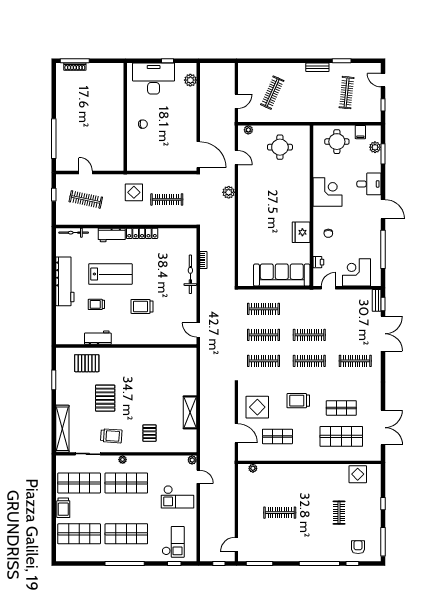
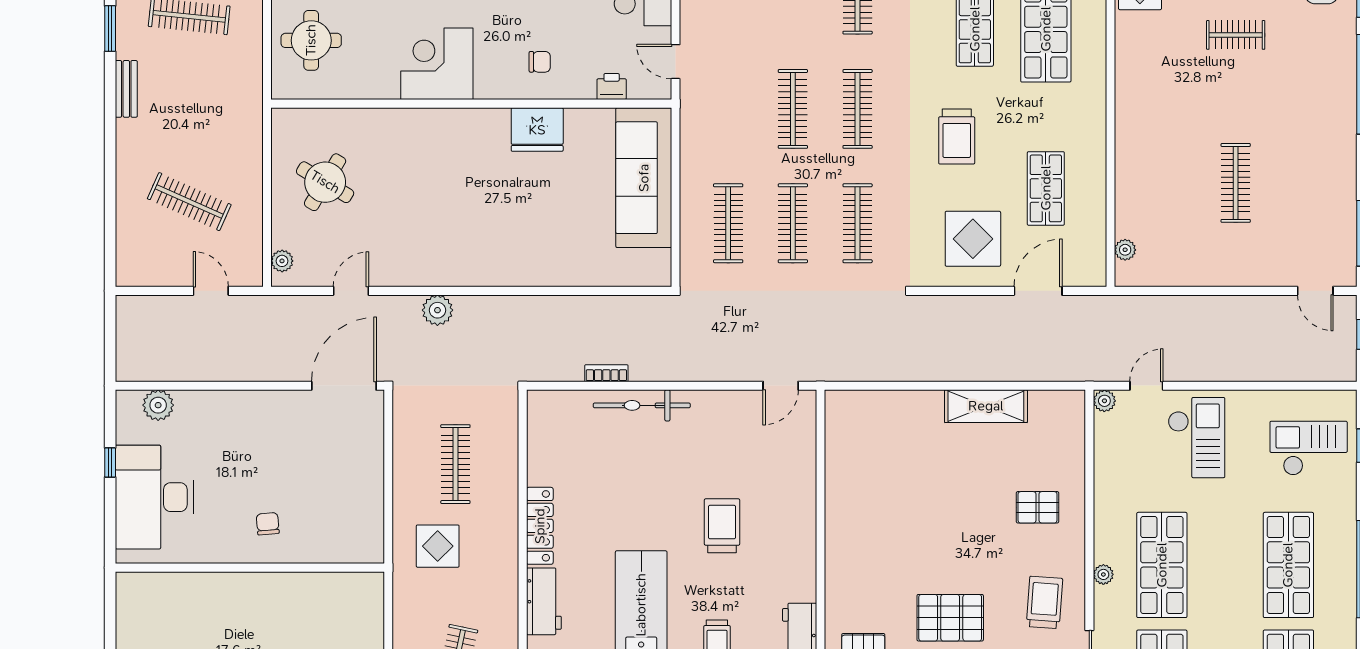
round table: (280, 147) -> (325, 182), turned 31
trolley: (142, 306) -> (722, 526), turned 180

